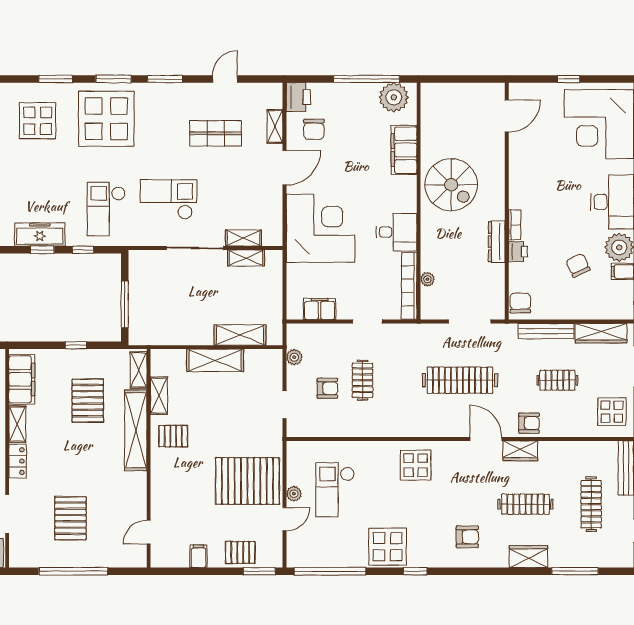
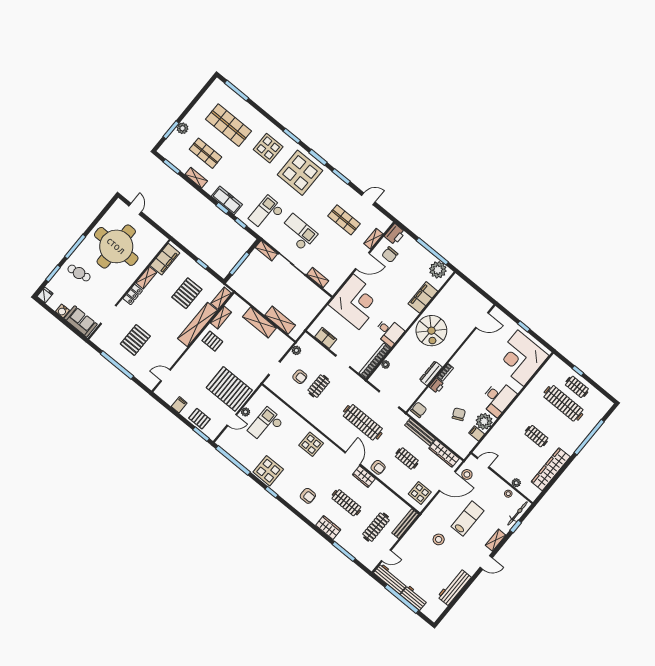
shelving: (246, 258) -> (266, 251), moved

